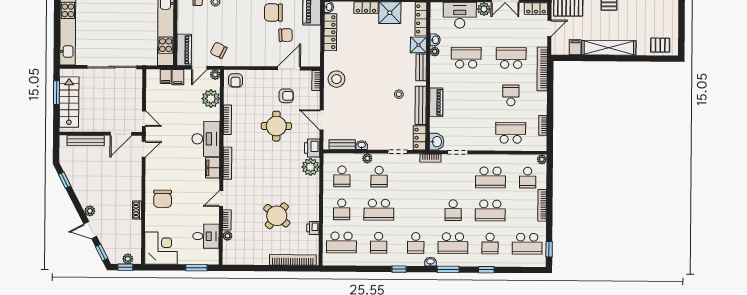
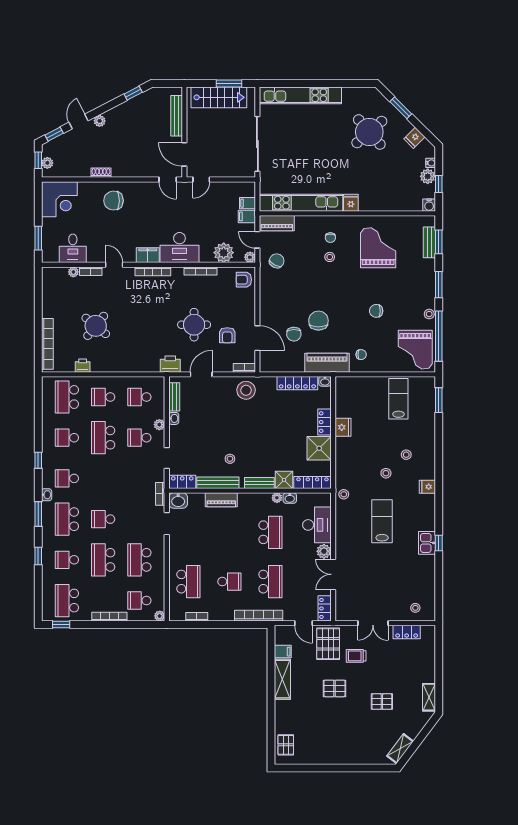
shelving: (609, 48) -> (282, 679), width x0.68
plant: (311, 167) -> (150, 363), removed

